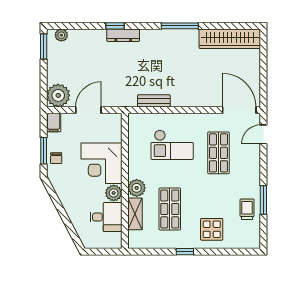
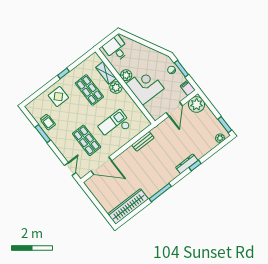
door: (239, 110) -> (101, 166), moved
desk: (106, 217) -> (116, 49), moved, turned 90

